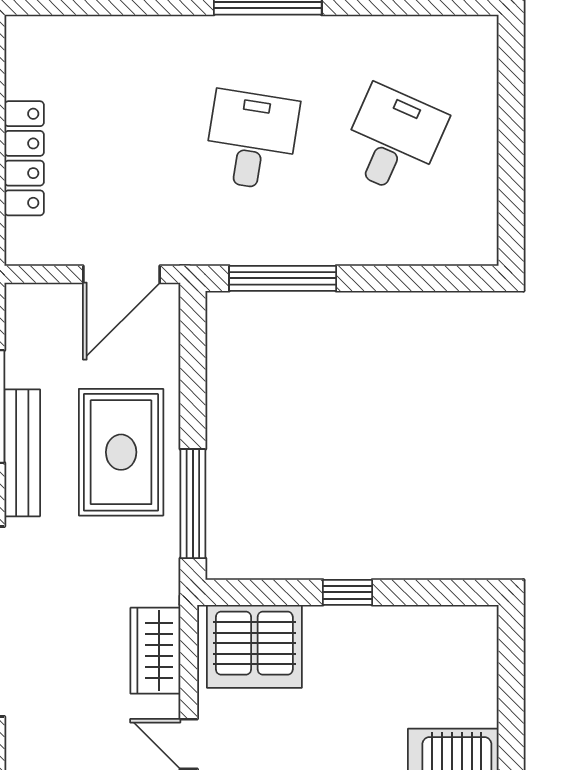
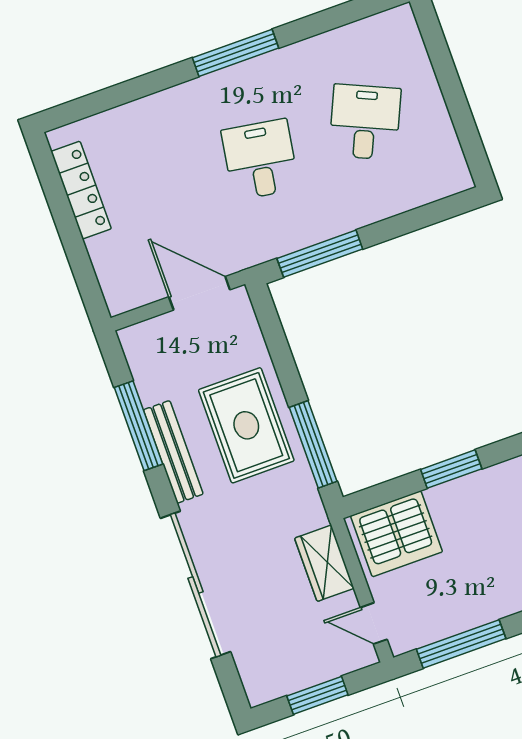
locker: (24, 158) -> (81, 190), moved
door: (122, 274) -> (199, 293), swing flipped
window: (348, 592) -> (451, 469), width x1.50

